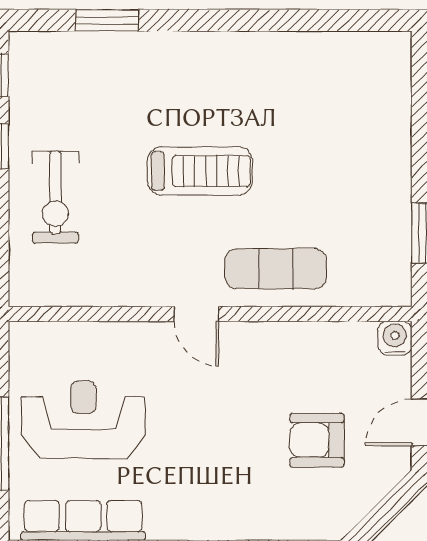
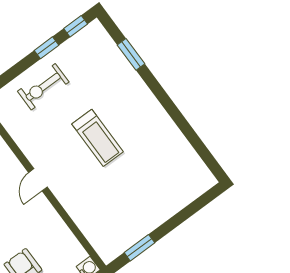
exercise mat: (276, 269) -> (81, 198), removed

